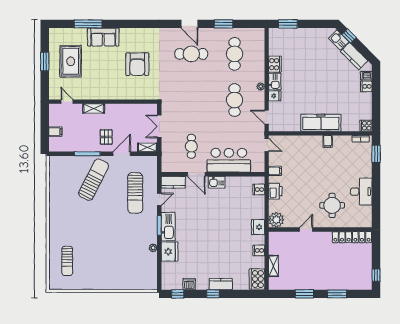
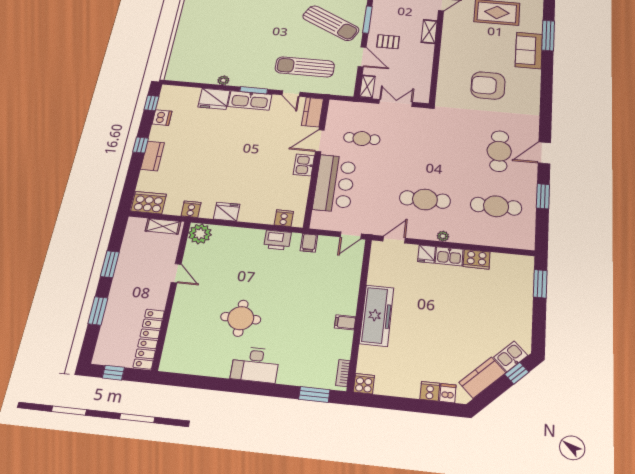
plant: (276, 220) -> (200, 234), moved
door: (306, 229) -> (176, 273), moved
wall: (320, 229) -> (172, 294), moved
locker: (352, 237) -> (149, 339), moved

